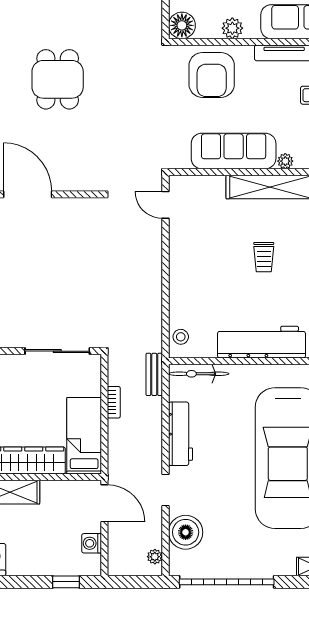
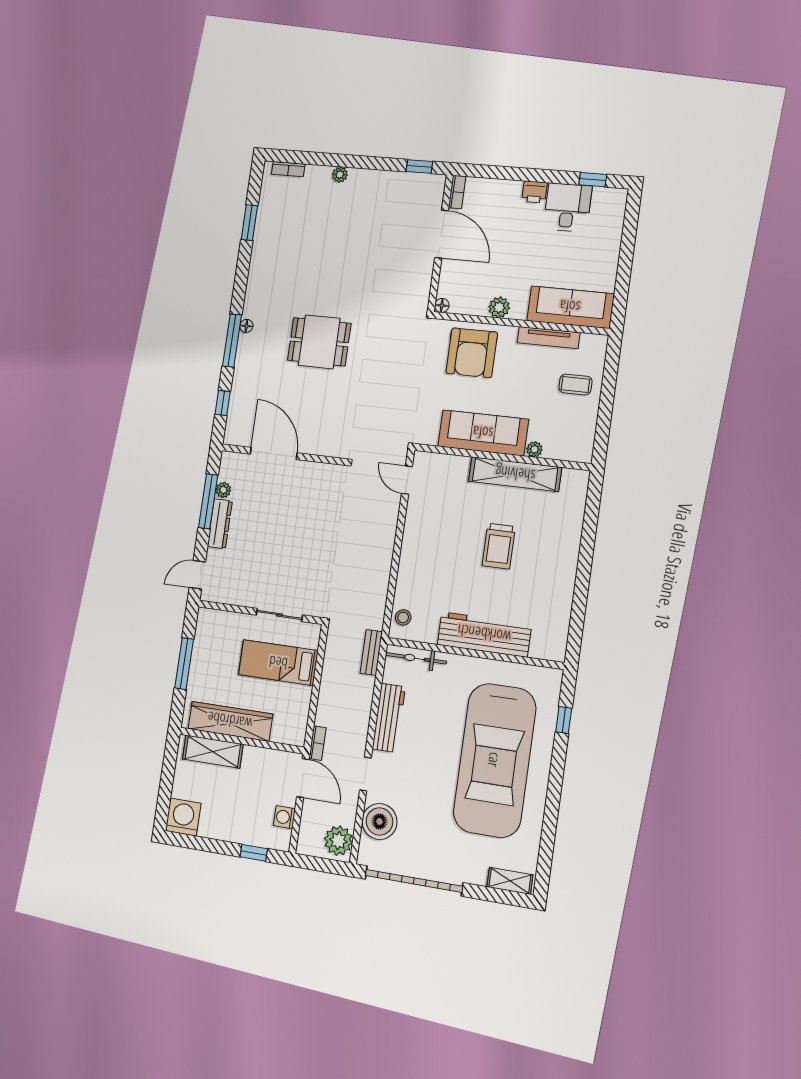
floor lamp: (182, 25) -> (442, 305), width x0.53, depth x0.53
dining table: (58, 79) -> (319, 342), turned 90
trolley: (264, 257) -> (499, 546), width x1.36, depth x1.39
sliding door: (57, 351) -> (279, 615), width x0.73
bookcase: (114, 402) -> (317, 743), moved
bed: (84, 436) -> (278, 663), moved, turned -90
plant: (155, 557) -> (338, 841), width x1.88, depth x1.88

